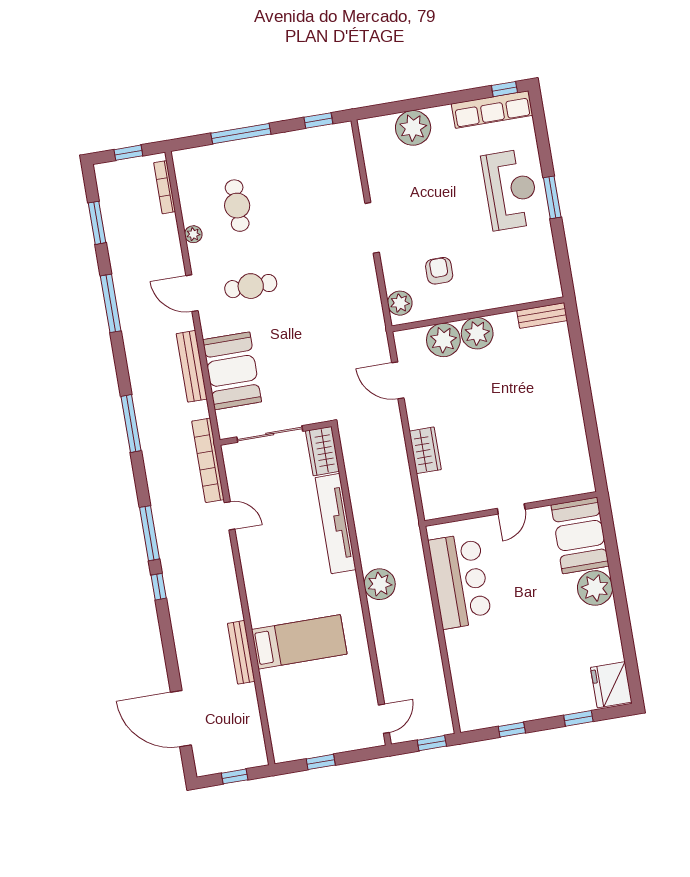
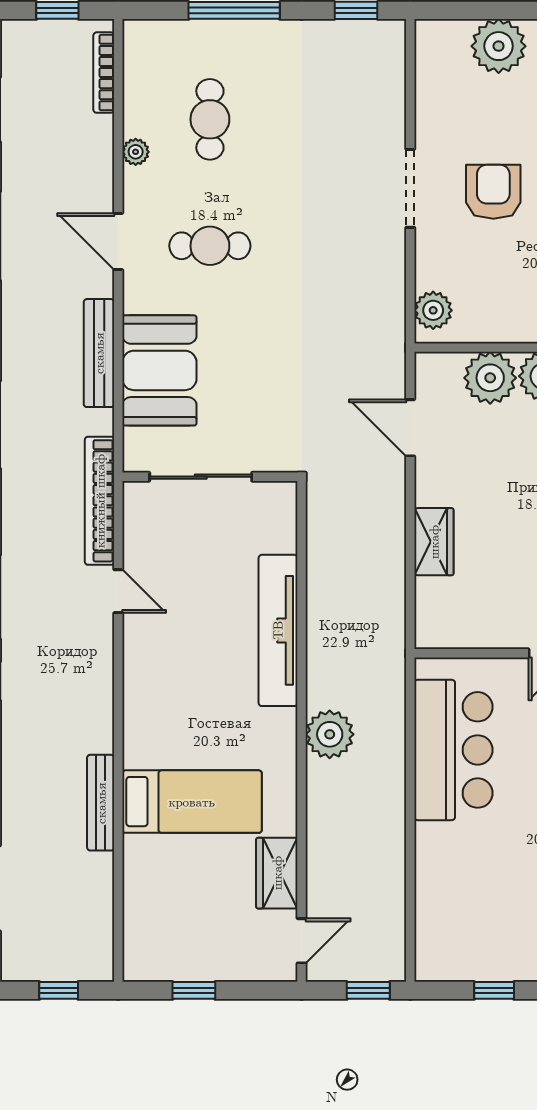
armchair: (439, 271) -> (493, 192), moved, width x1.38, depth x1.38
wardrobe: (323, 451) -> (277, 873), moved

